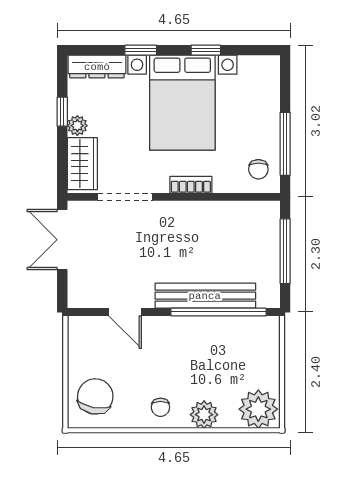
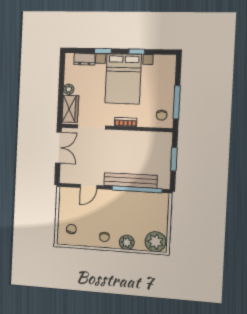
dresser: (97, 67) -> (85, 59), width x0.70
window: (62, 112) -> (61, 82), removed
double door: (62, 240) -> (58, 148), swing flipped
window: (285, 251) -> (174, 159), width x0.69
door: (125, 312) -> (89, 187), hinge flipped
chair: (95, 396) -> (71, 229), width x0.54, depth x0.54

